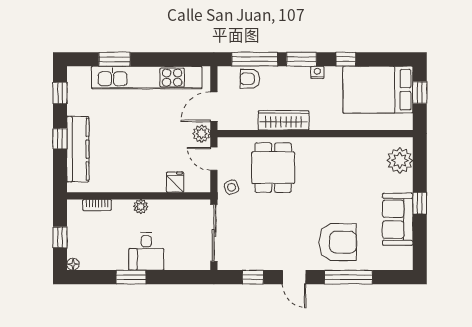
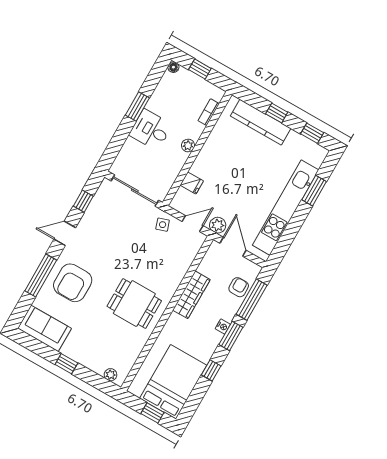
nightstand: (317, 72) -> (223, 326), moved
plant: (400, 160) -> (111, 375), width x0.53, depth x0.53
dining table: (273, 168) -> (134, 303), moved
sofa: (398, 219) -> (45, 328), moved

